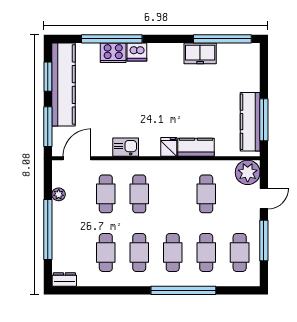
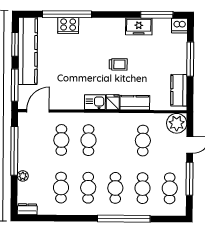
window: (222, 39) -> (157, 15), width x0.68
dishwasher: (137, 52) -> (179, 26), moved
trolley: (175, 100) -> (118, 64), added
window: (264, 120) -> (190, 59), moved
kitchen counter: (250, 122) -> (179, 90), width x0.67
kitchen sink: (126, 147) -> (95, 102), moved
plant: (59, 194) -> (23, 176), moved
window: (48, 229) -> (14, 151), moved

